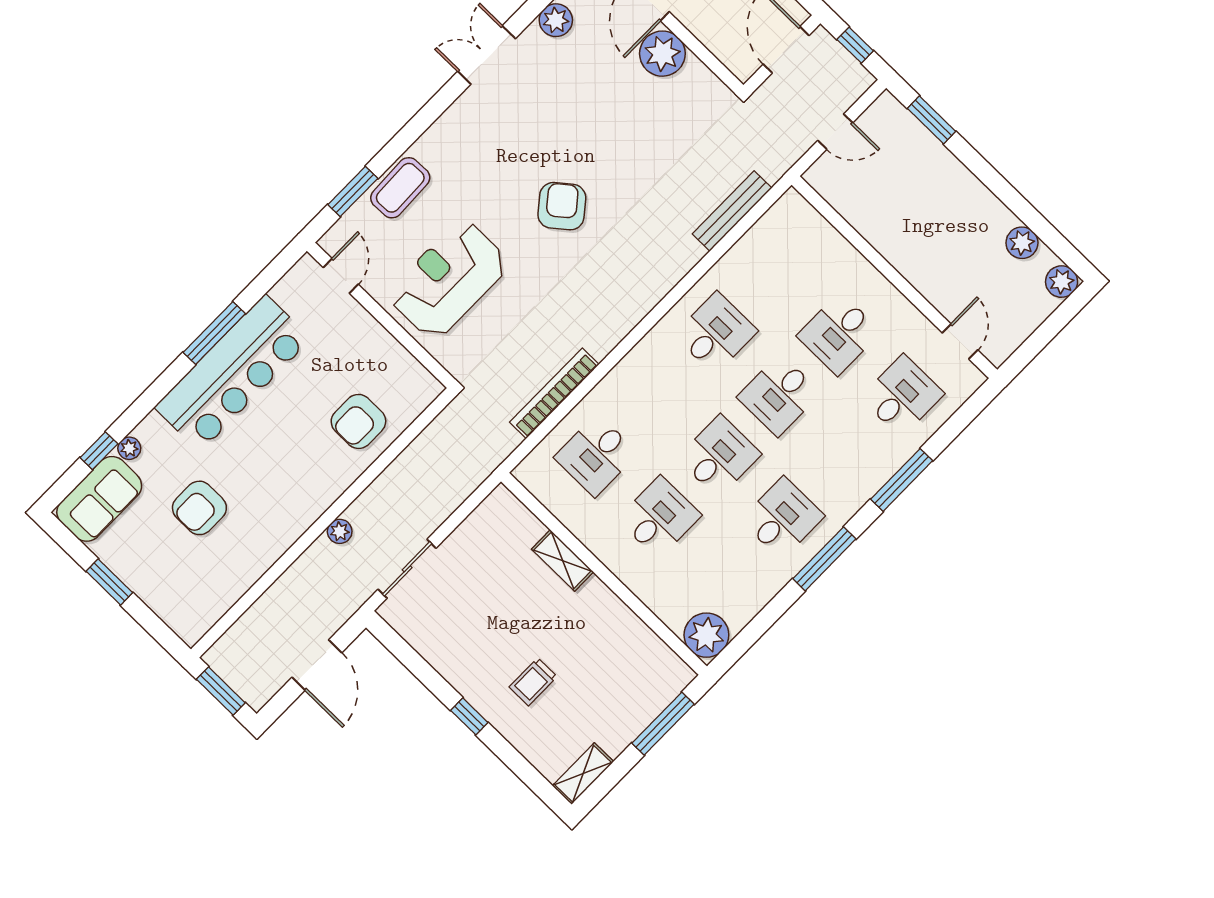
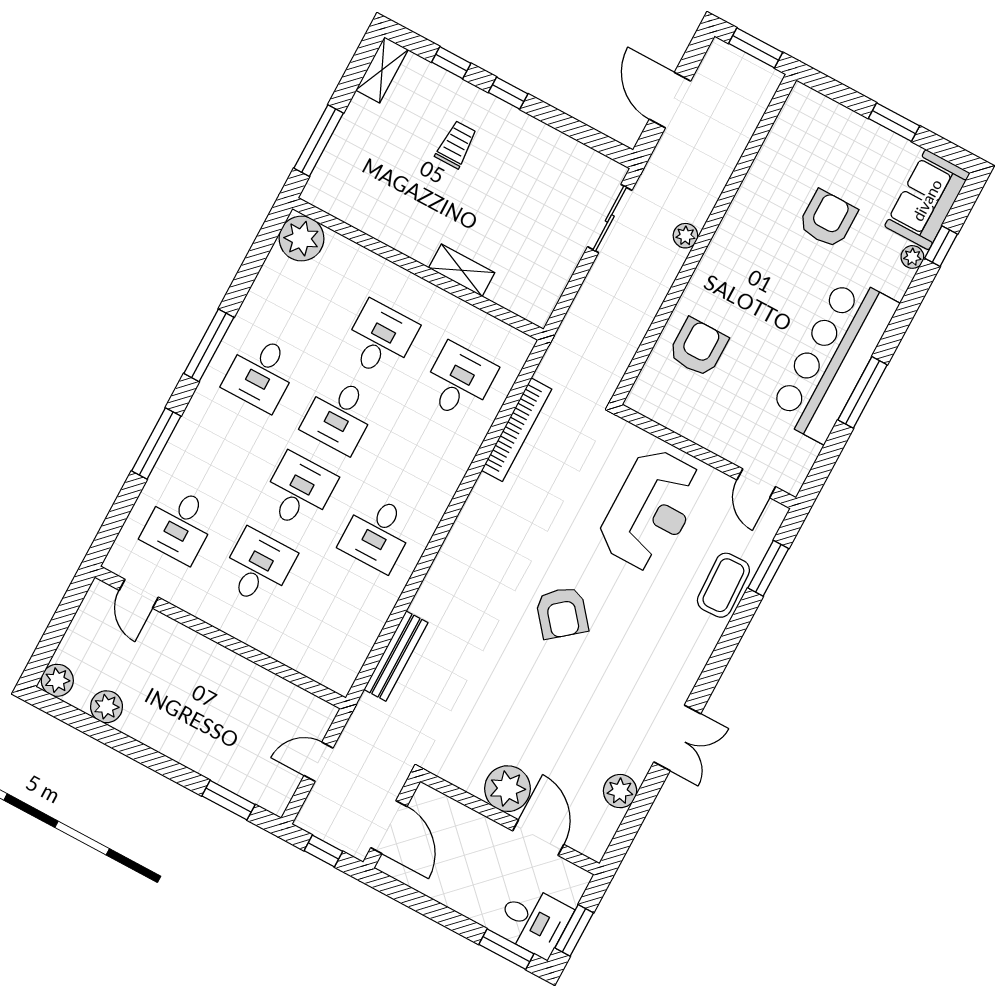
desk: (659, 517) -> (380, 339), turned 180
window: (515, 761) -> (451, 63), added

